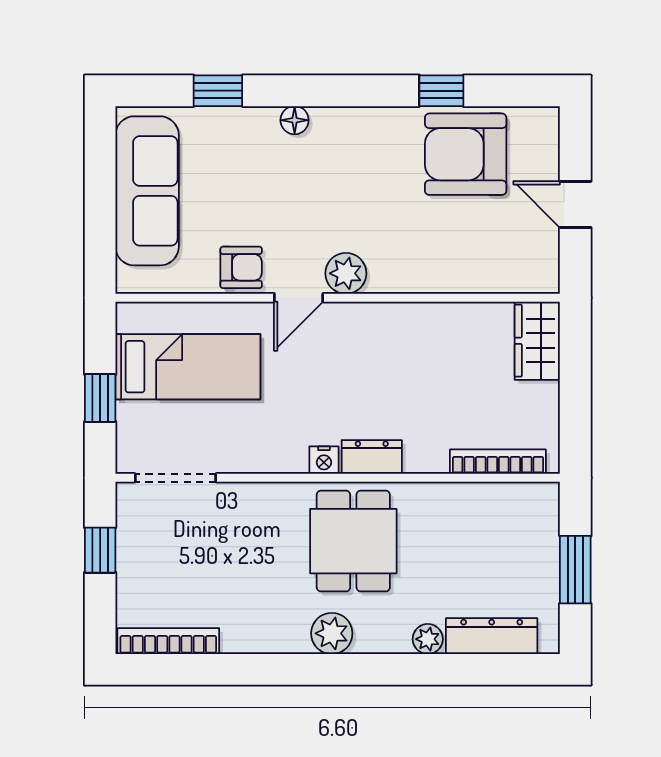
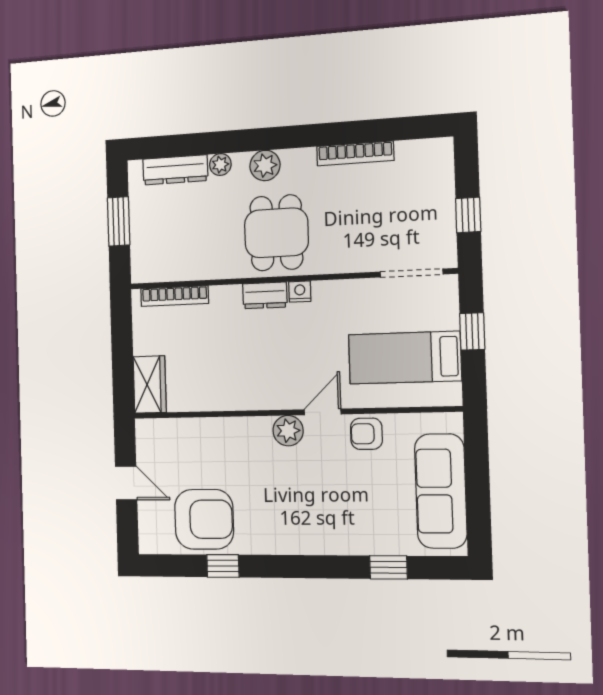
floor lamp: (295, 120) -> (330, 545), removed
plant: (332, 633) -> (265, 165), moved
bookcase: (168, 641) -> (355, 153), moved

